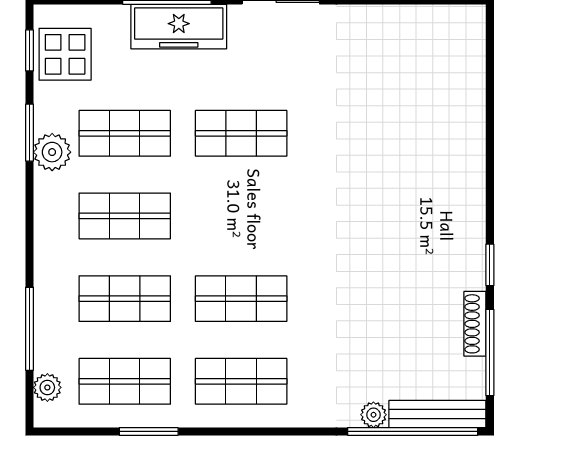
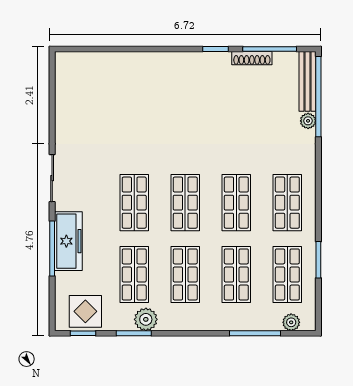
shop shelf: (241, 216) -> (185, 203), added

